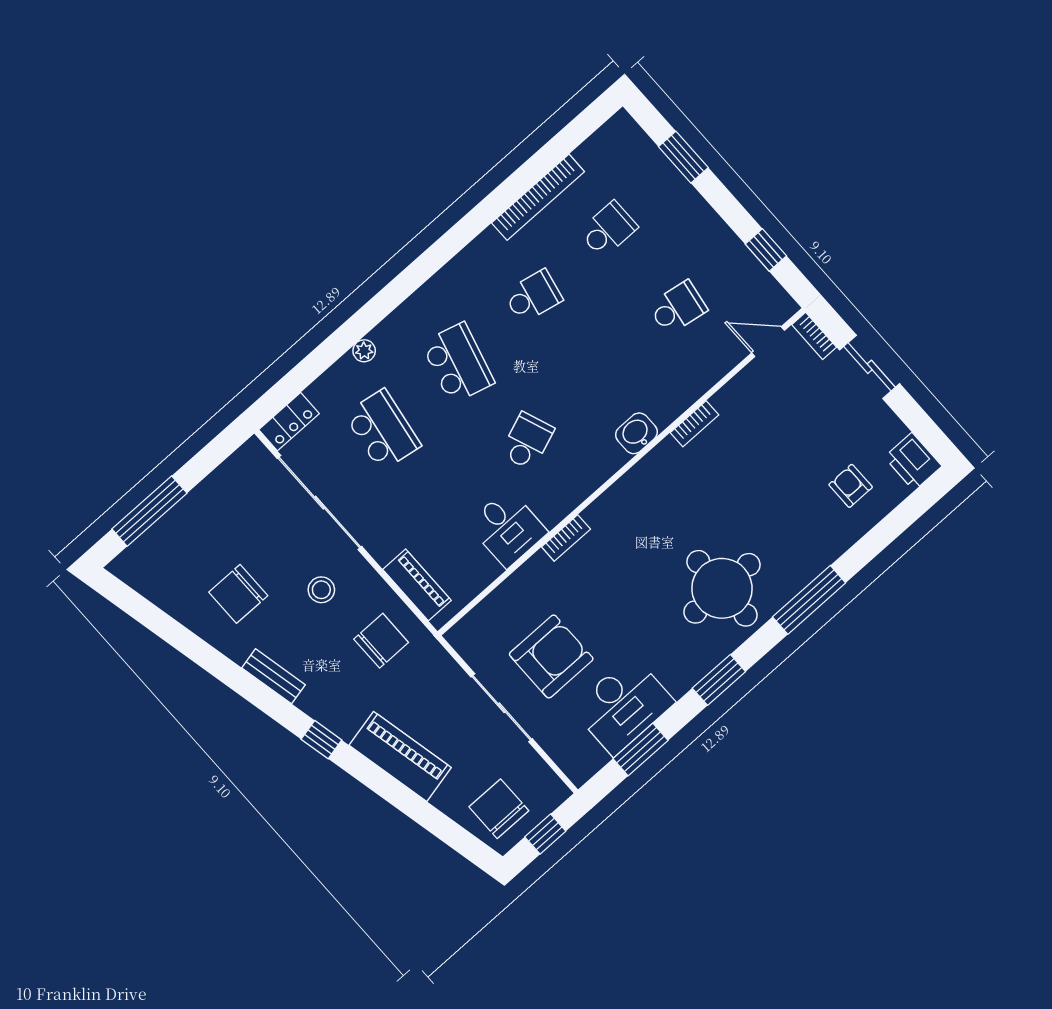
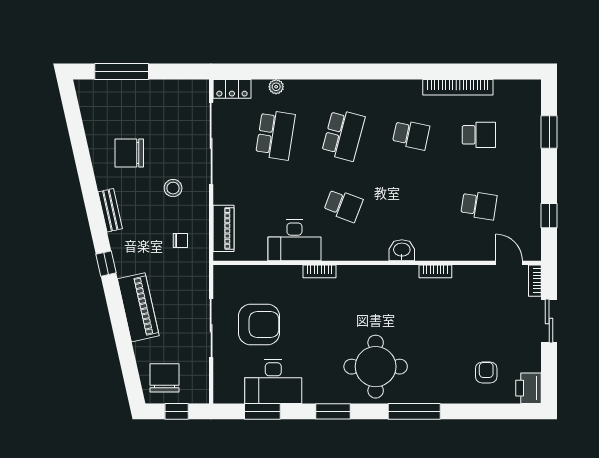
plant: (364, 351) -> (276, 87), moved
school desk: (527, 441) -> (343, 205), turned 42
desk: (507, 528) -> (294, 240), width x1.37
chair: (381, 641) -> (180, 240), width x0.54, depth x0.54

